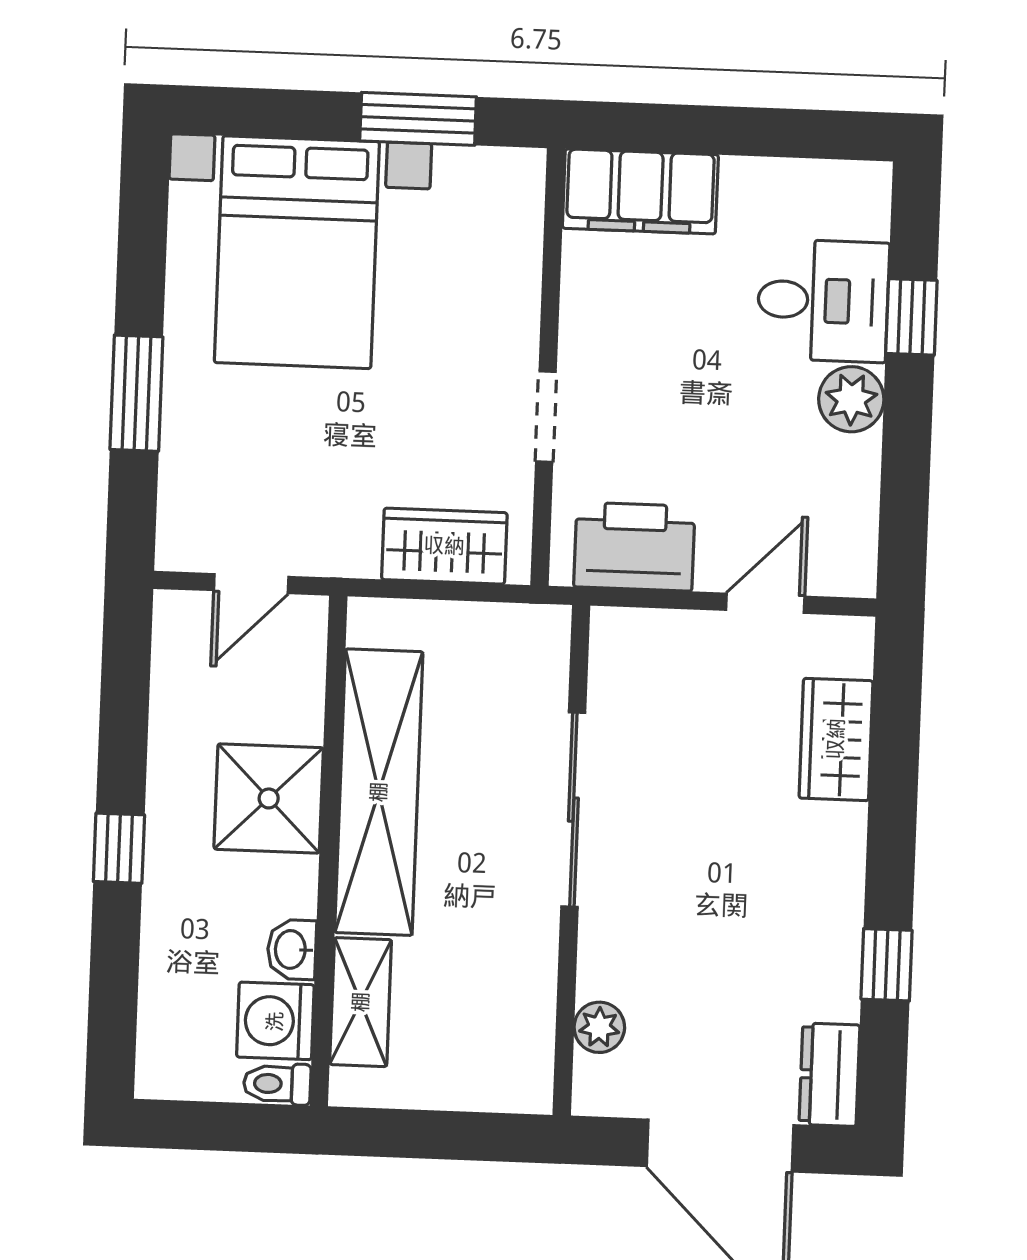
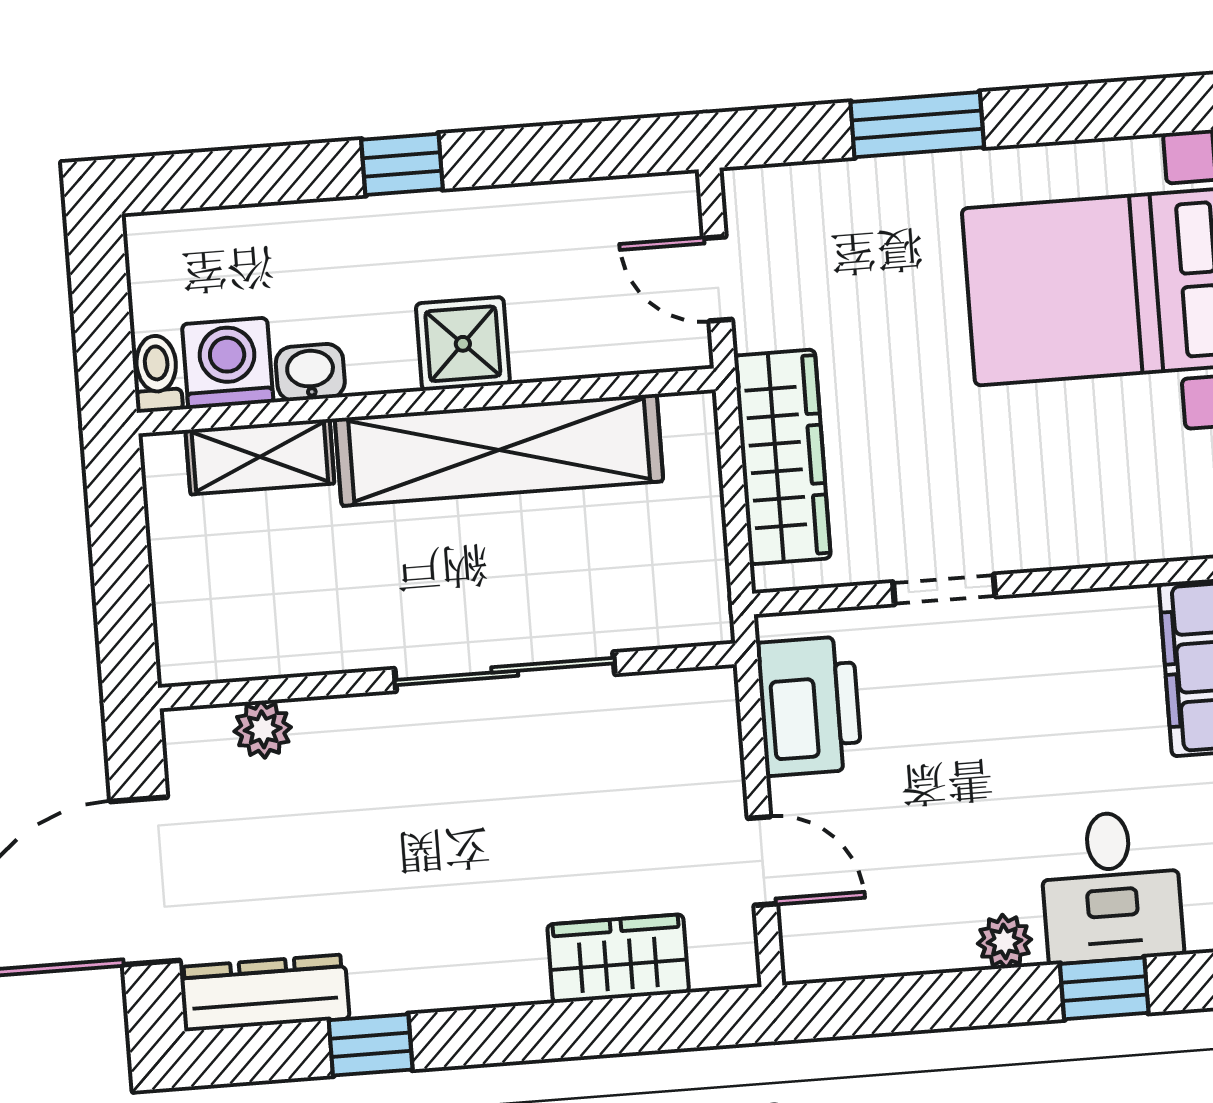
plant: (851, 399) -> (1004, 941), width x0.73, depth x0.73
wardrobe: (444, 546) -> (782, 457), width x1.50
shower: (269, 798) -> (463, 344), width x0.73, depth x0.73
dresser: (829, 1075) -> (264, 993), width x1.44

